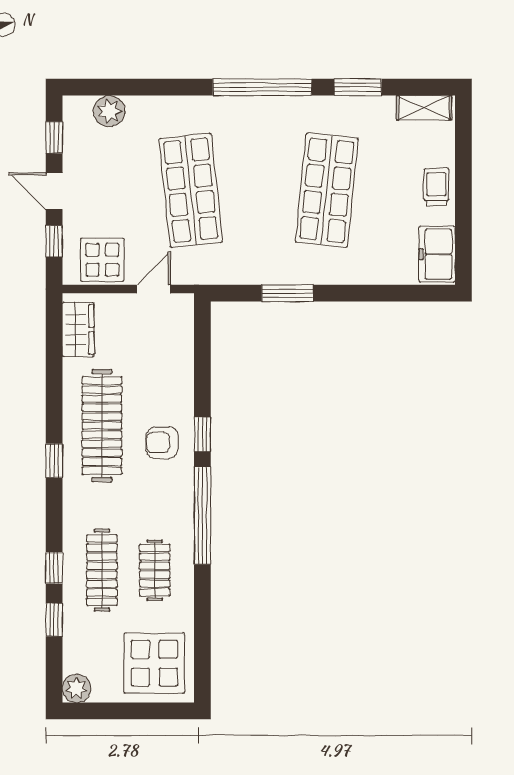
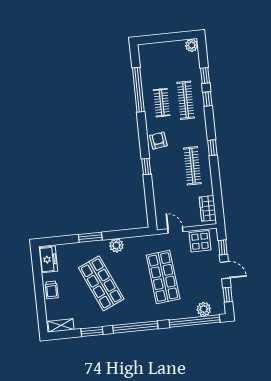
window: (132, 87) -> (195, 321), added
shop shelf: (327, 190) -> (101, 283), turned -30
plant: (285, 270) -> (116, 245), added
door: (154, 289) -> (175, 230), swing flipped
window: (287, 293) -> (90, 237), moved
clothes rail: (102, 426) -> (192, 166), width x0.73, depth x0.76
armchair: (162, 443) -> (158, 141), moved, turned -98
window: (202, 516) -> (138, 90), moved
display table: (154, 663) -> (157, 60), removed

